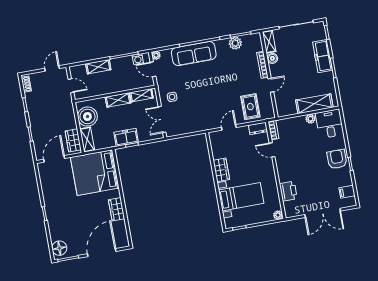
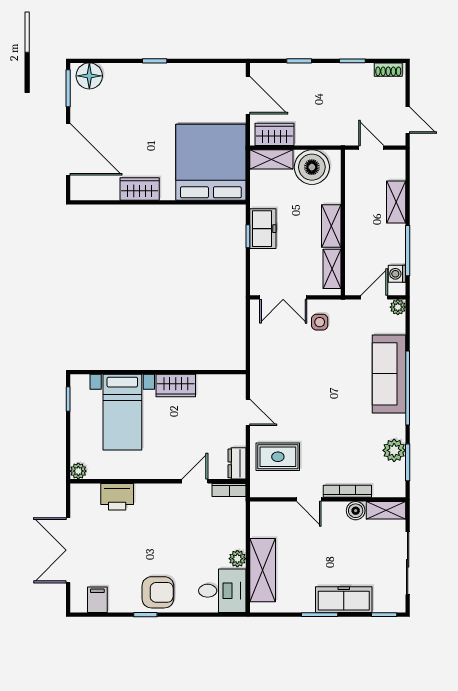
door: (71, 86) -> (371, 148), swing flipped
double door: (162, 119) -> (283, 297), swing flipped

